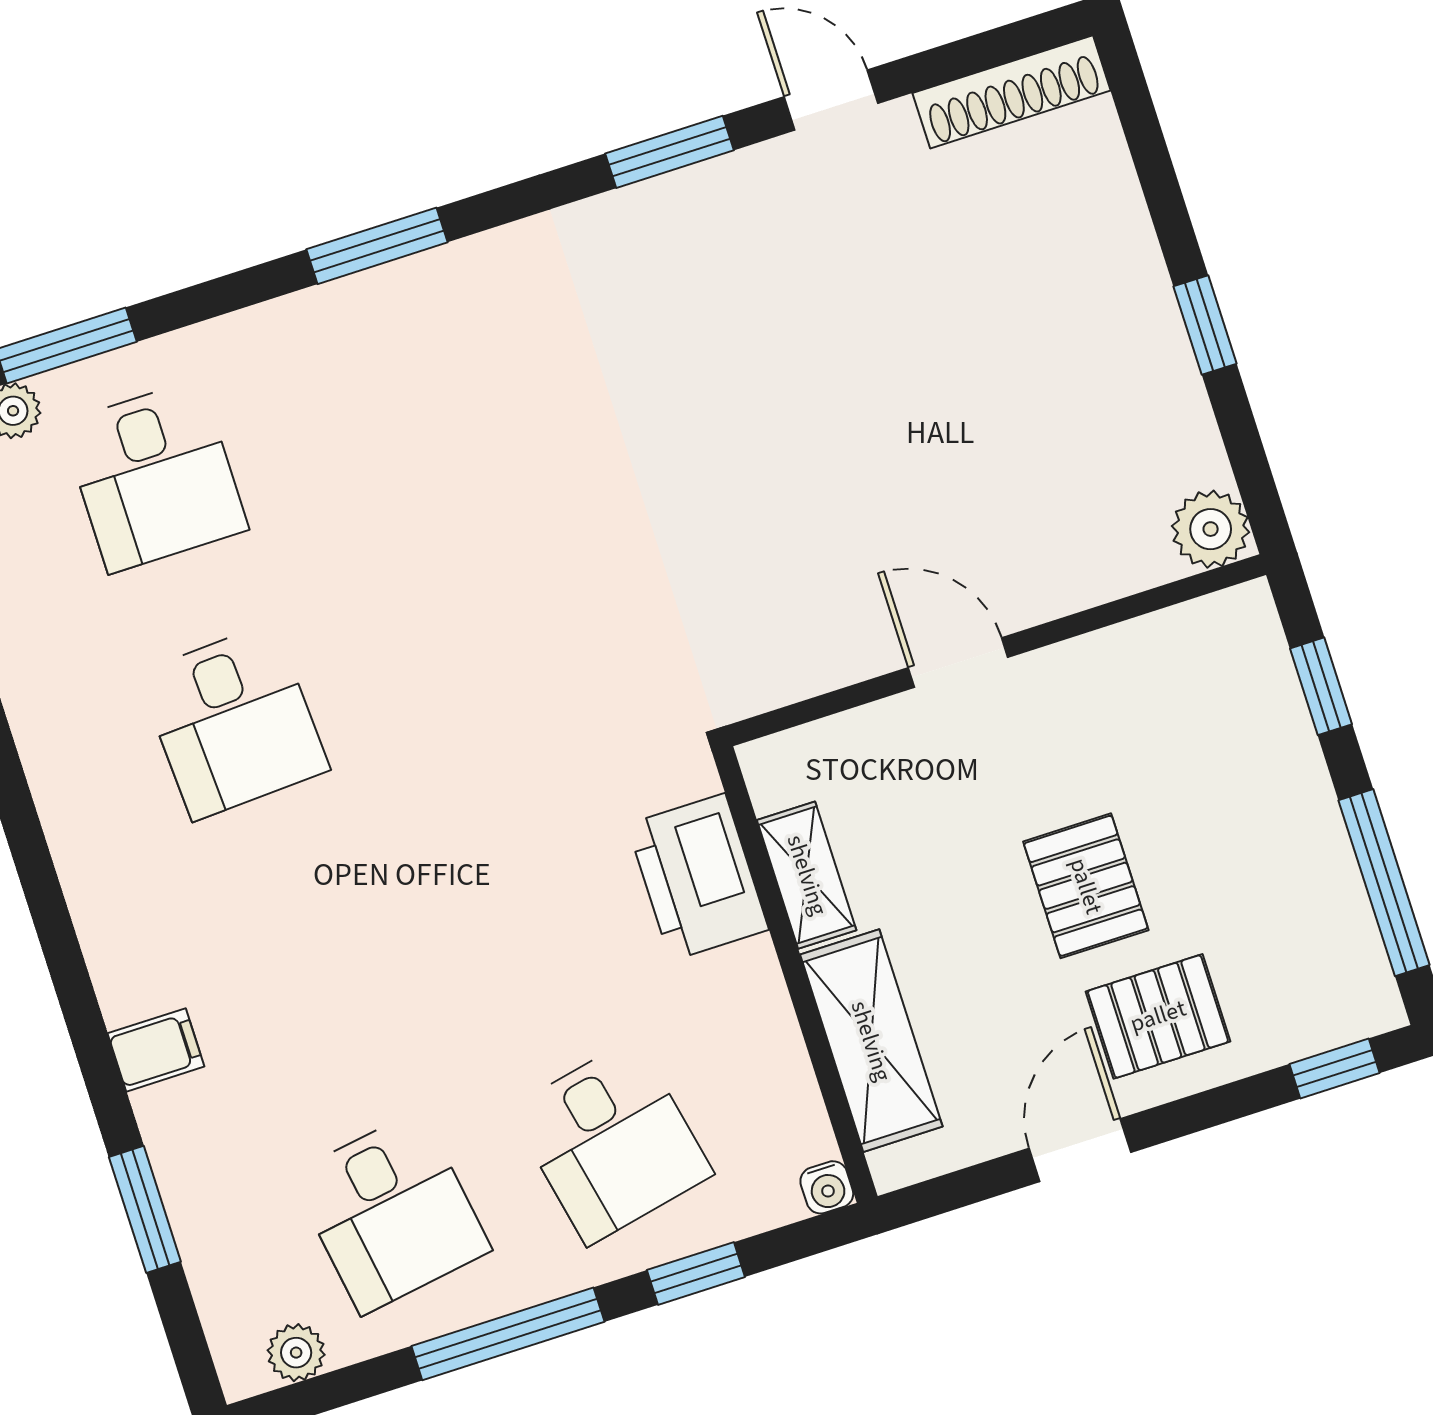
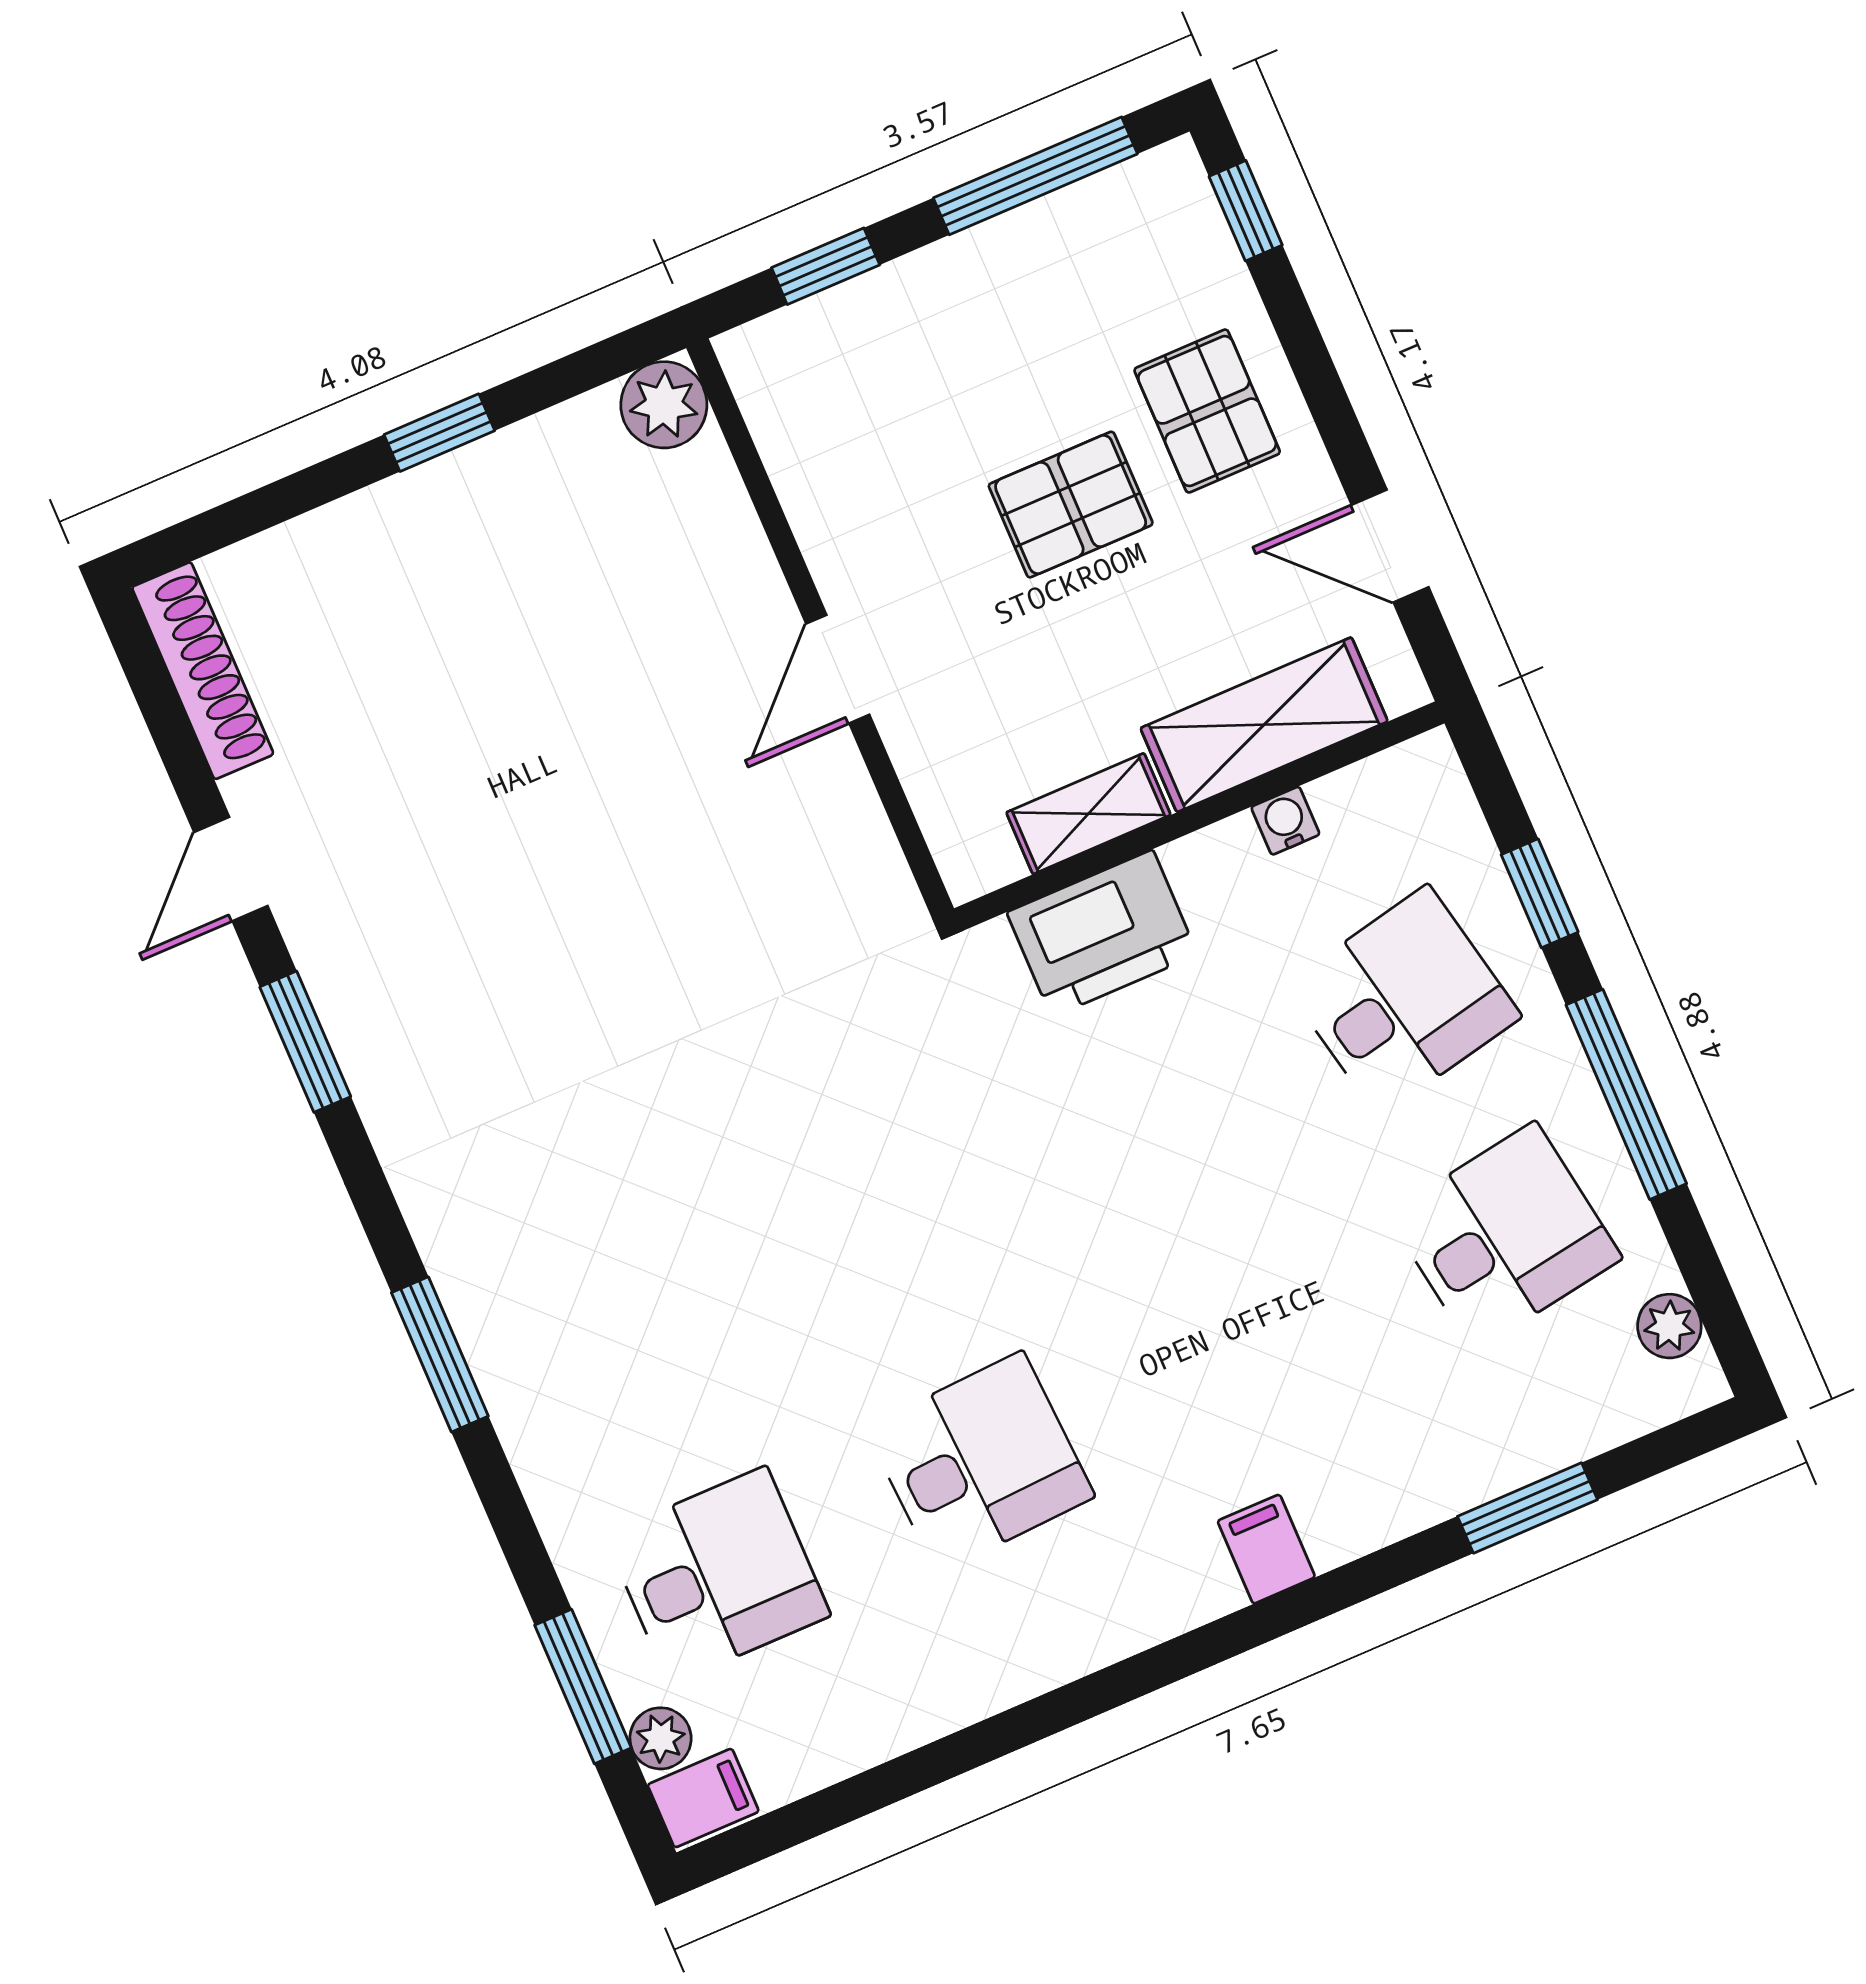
filing cabinet: (156, 1050) -> (1266, 1549), moved
door: (1080, 1150) -> (1390, 546), moved
water cooler: (827, 1187) -> (1285, 821), moved, turned -90

